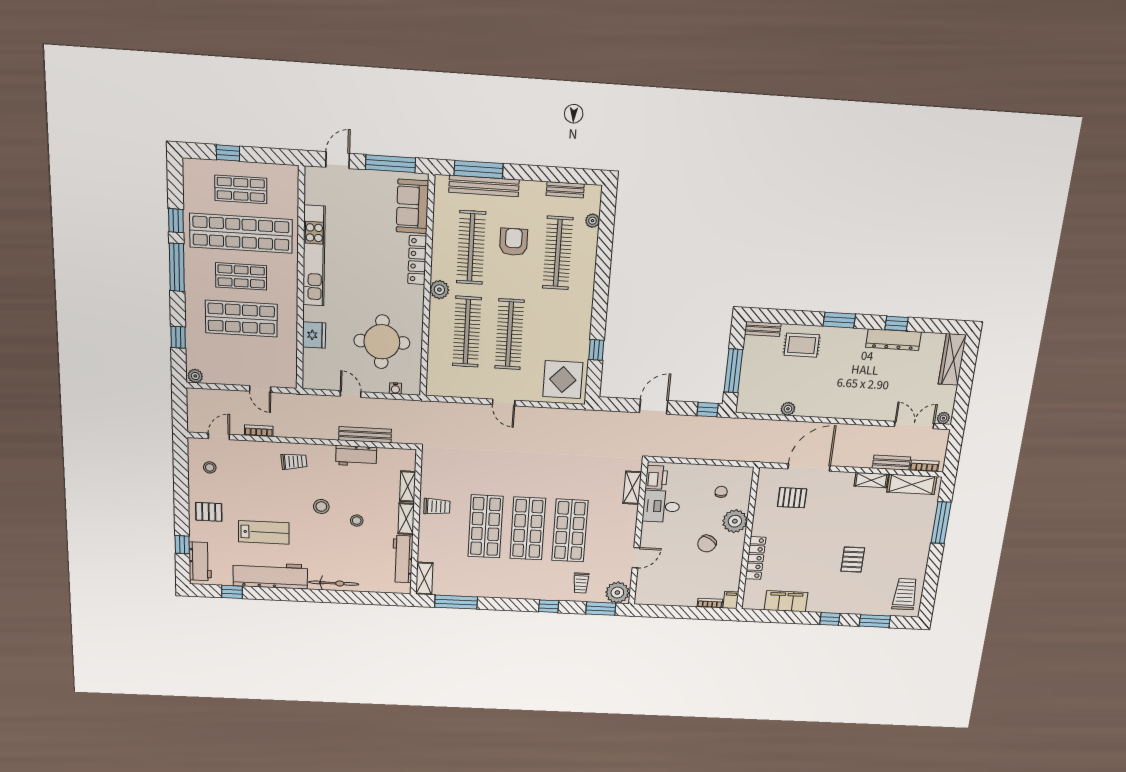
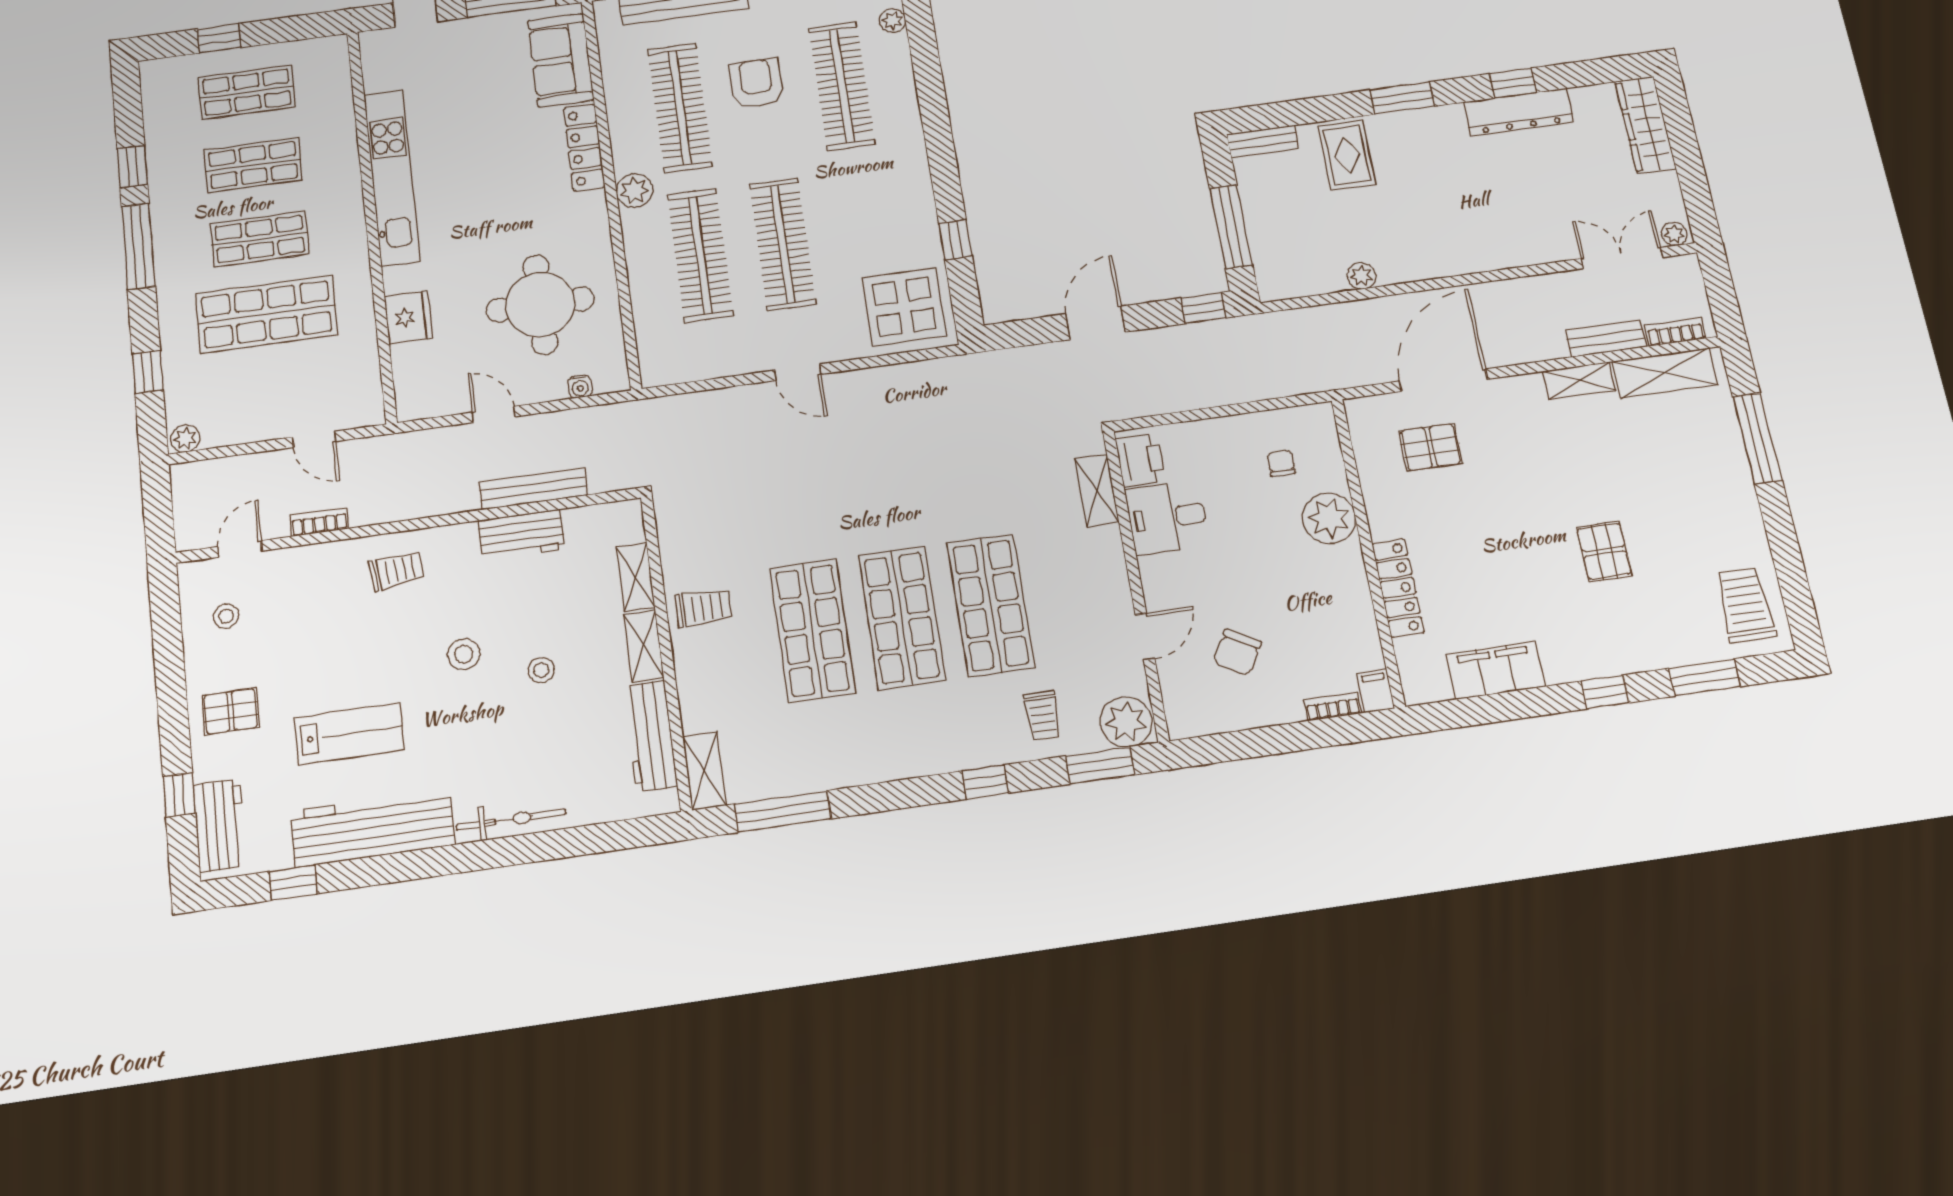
shop shelf: (241, 233) -> (253, 165), width x0.50, depth x0.74
rug: (802, 345) -> (1347, 155), turned 90
chair: (707, 544) -> (1237, 652), moved

